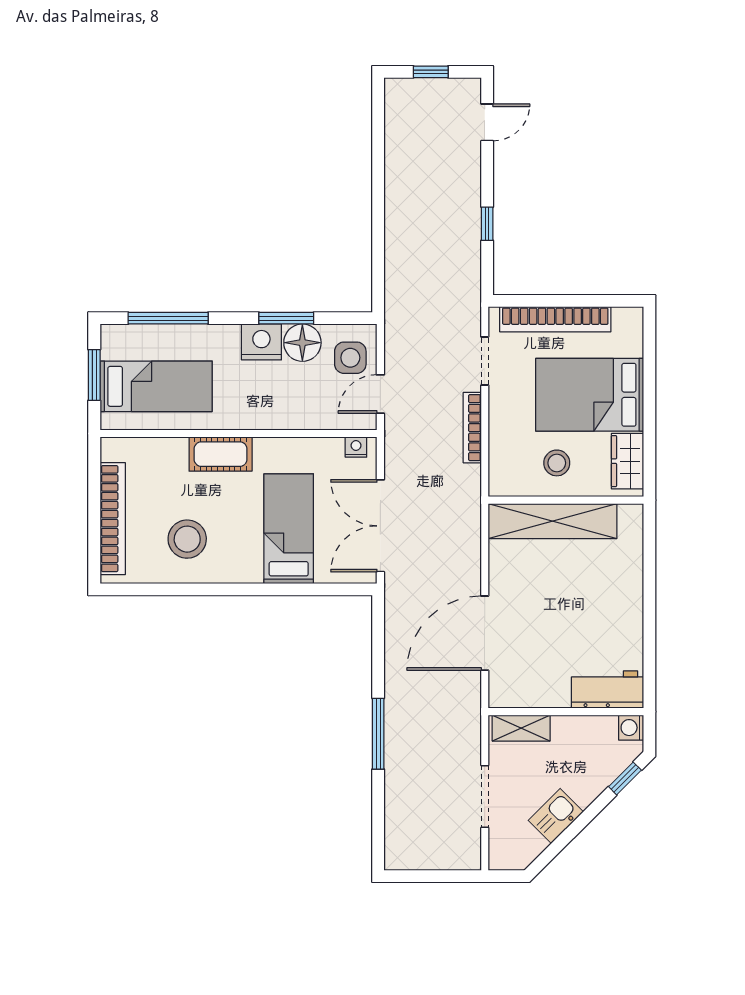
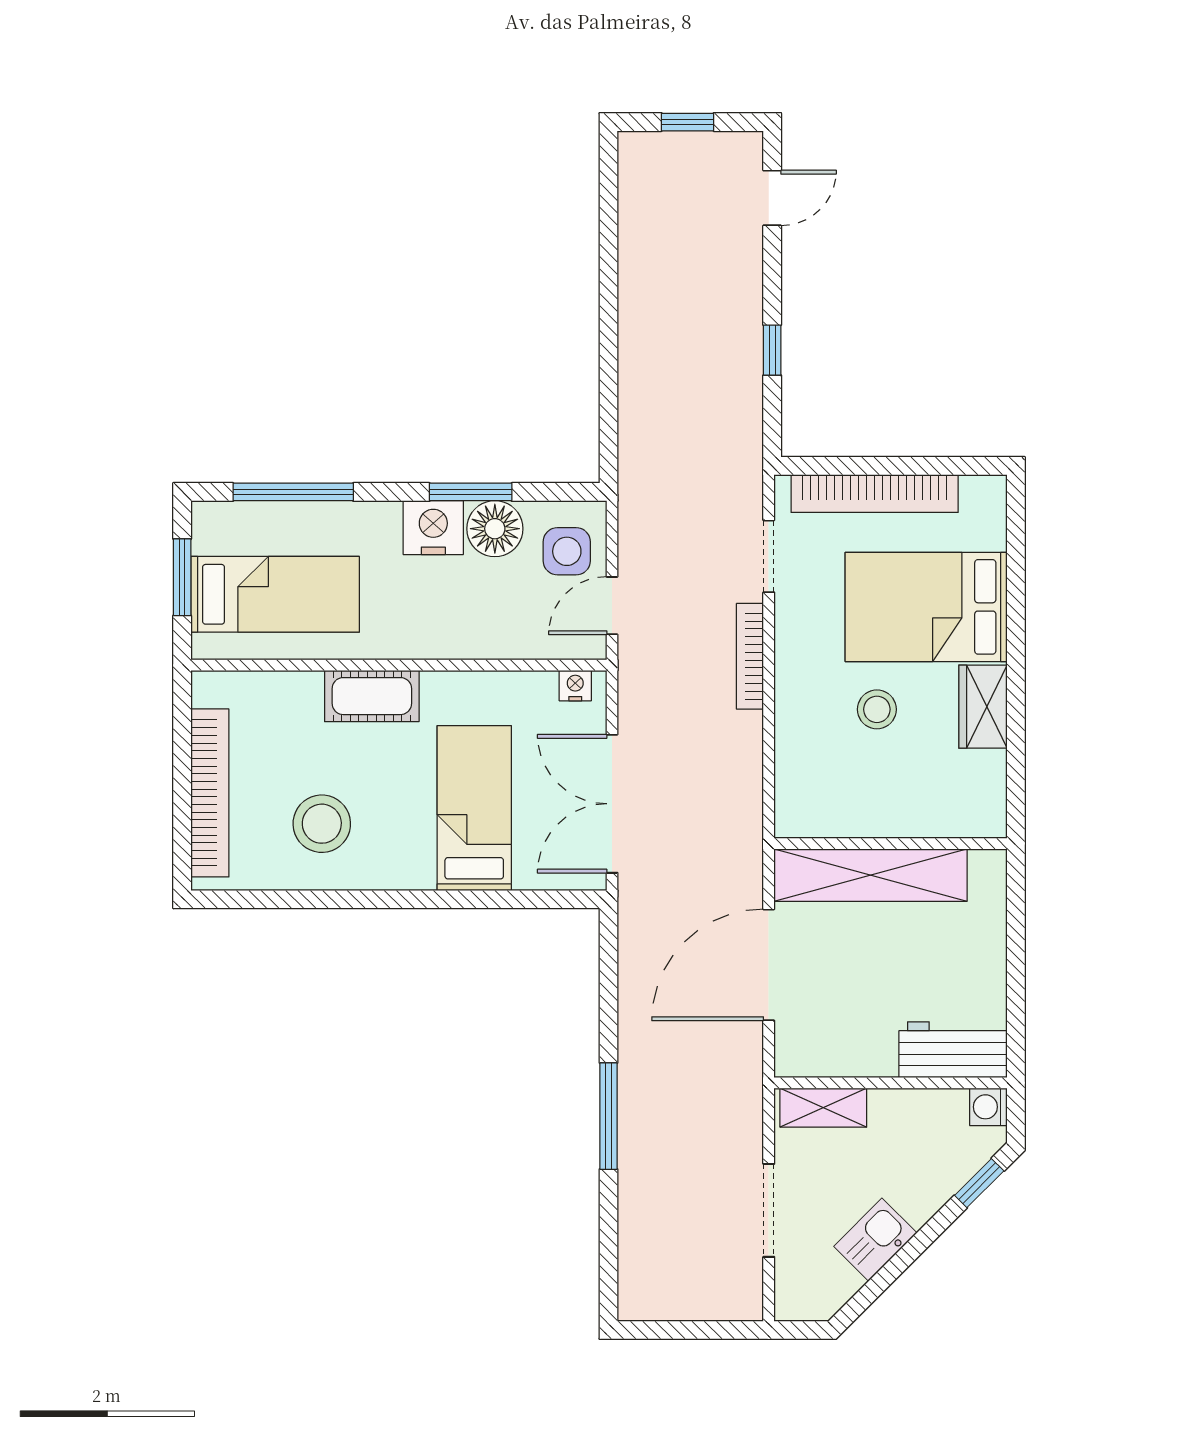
wall: (566, 500) -> (891, 844), moved
shelving: (553, 521) -> (870, 875), moved

